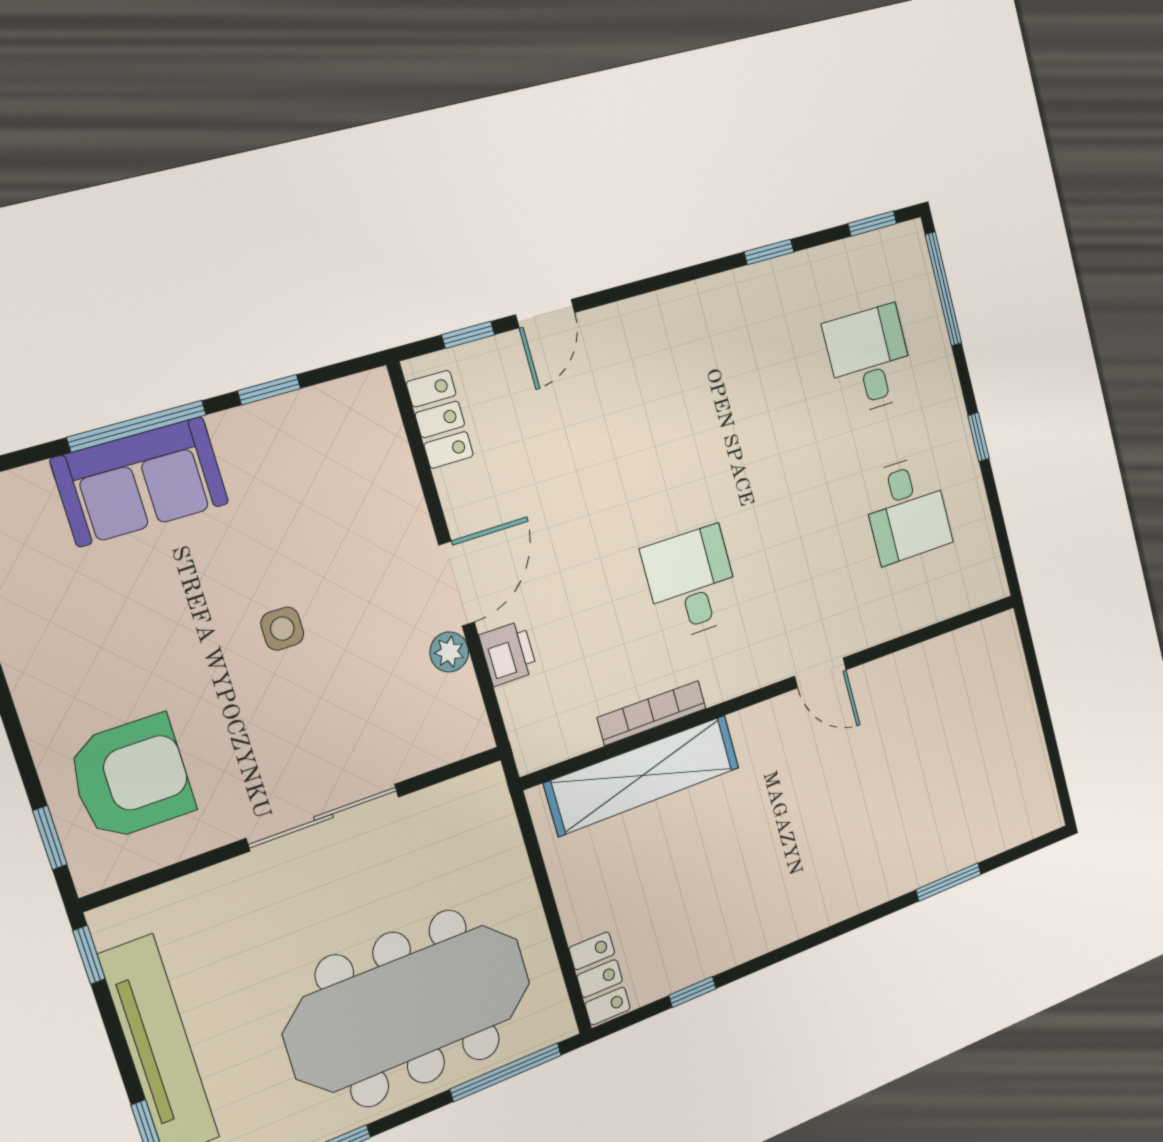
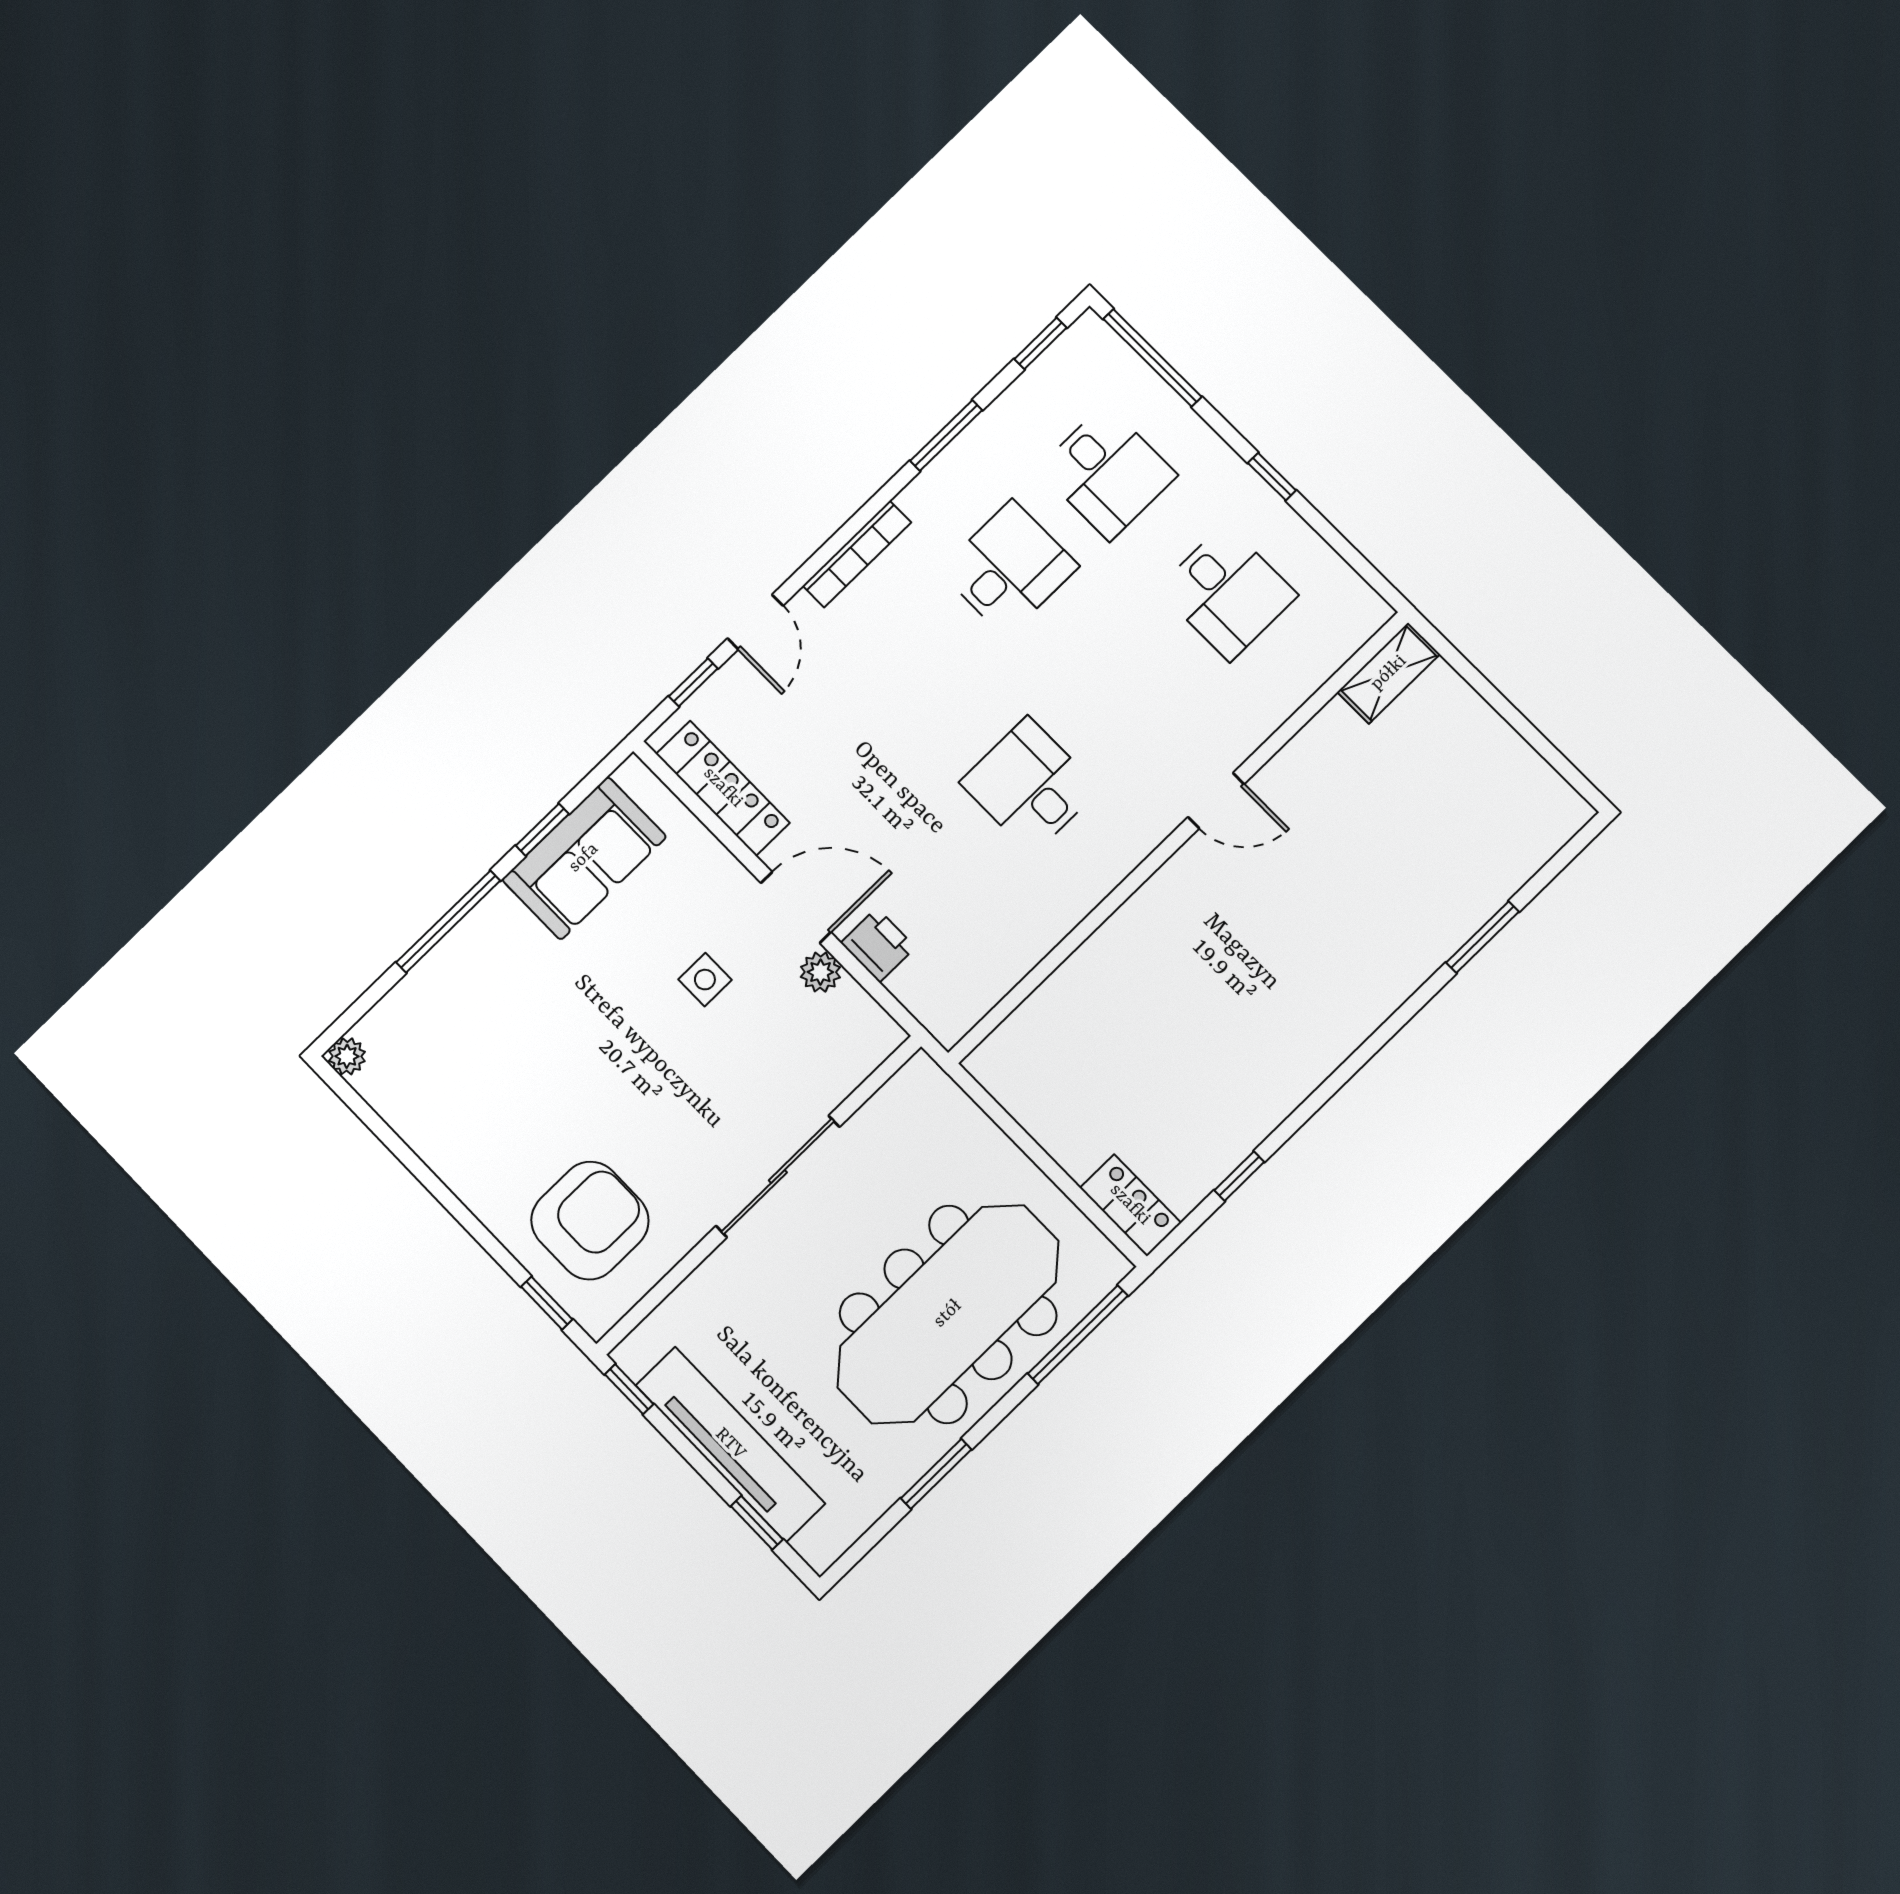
window: (769, 252) -> (946, 436), width x1.50
desk: (870, 359) -> (1107, 472), turned 180
desk: (762, 392) -> (1009, 568), added
locker: (440, 419) -> (723, 788), width x1.53
sofa: (140, 481) -> (584, 858), moved
door: (457, 584) -> (796, 907), hinge flipped
side table: (282, 629) -> (705, 980), moved
bookcase: (652, 713) -> (857, 554), moved, turned 180
shelving: (643, 775) -> (1389, 673), moved, width x0.45, depth x0.75

